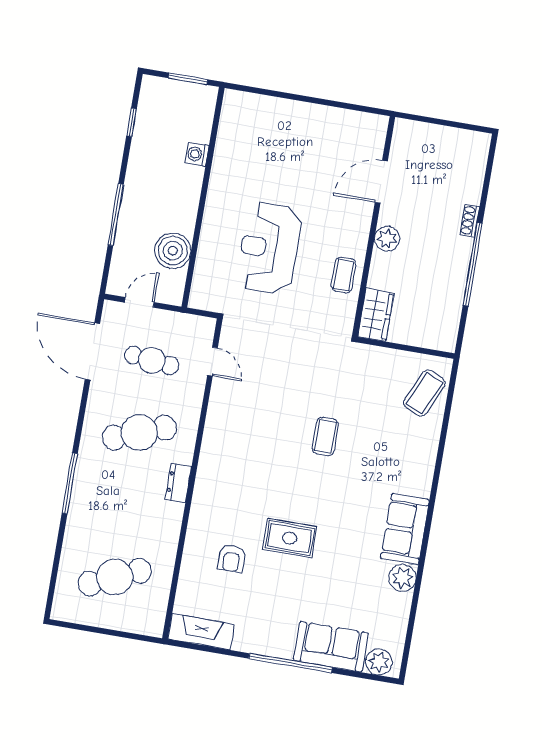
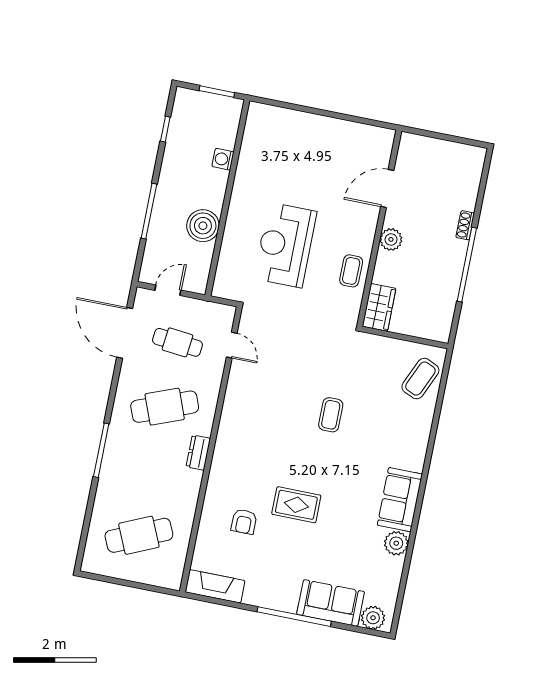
boiler: (173, 251) -> (203, 226), moved

